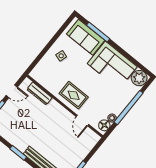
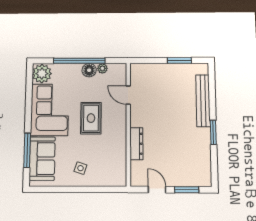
dresser: (39, 94) -> (136, 144), moved
rug: (74, 95) -> (91, 118), moved
door: (82, 120) -> (128, 95), swing flipped
floor lamp: (104, 125) -> (89, 70), moved

